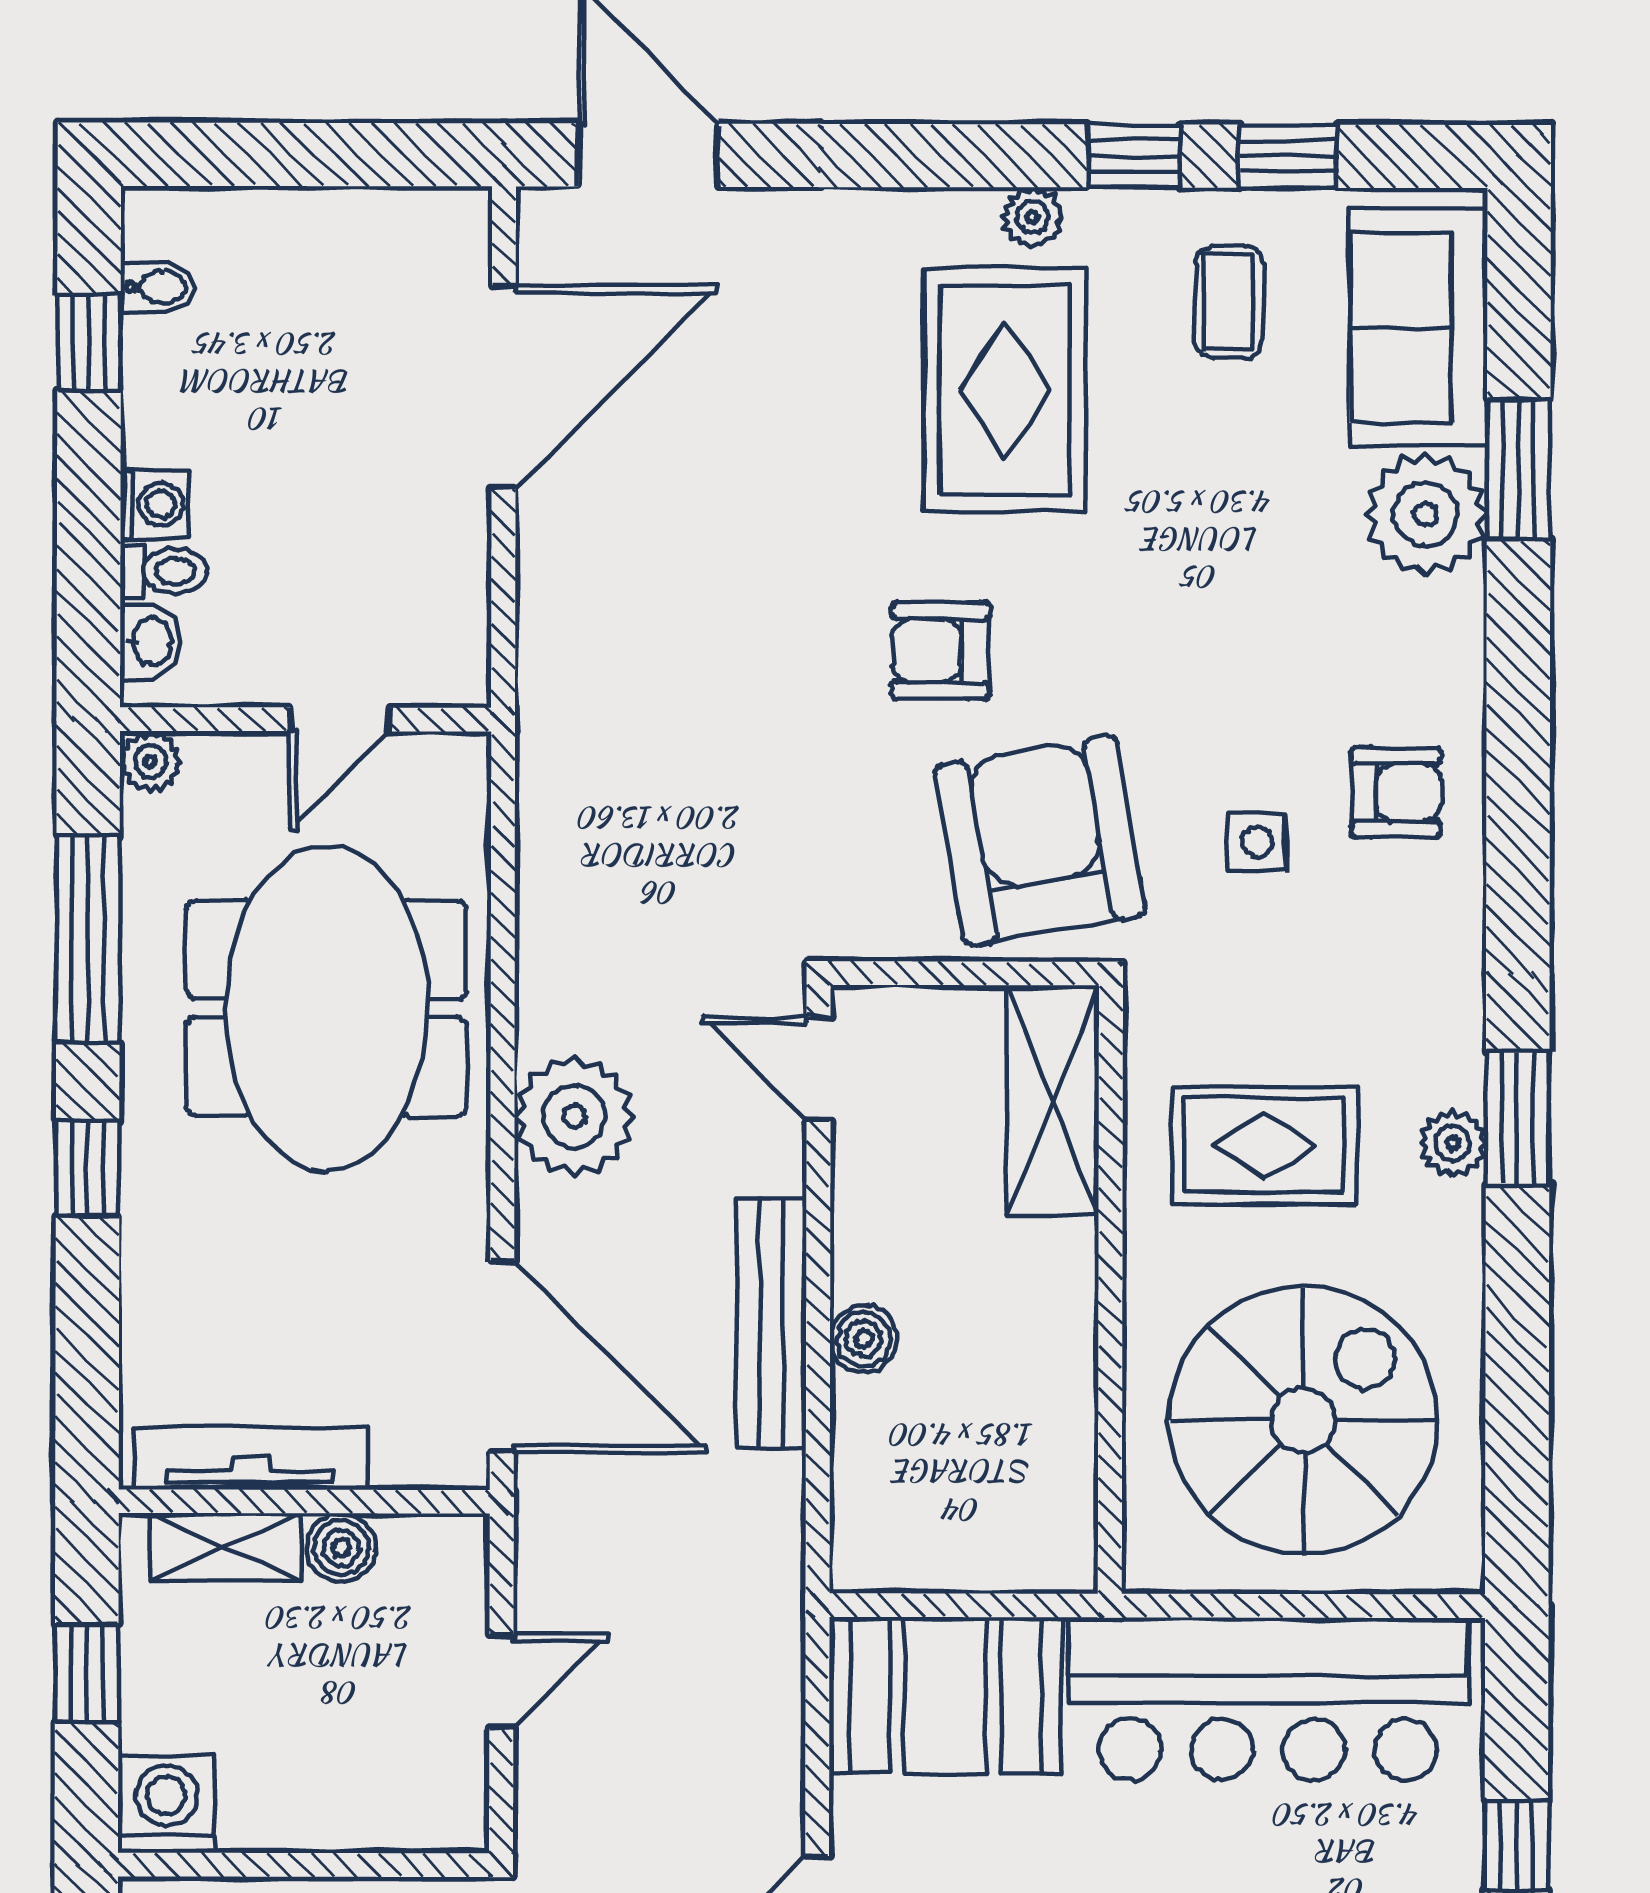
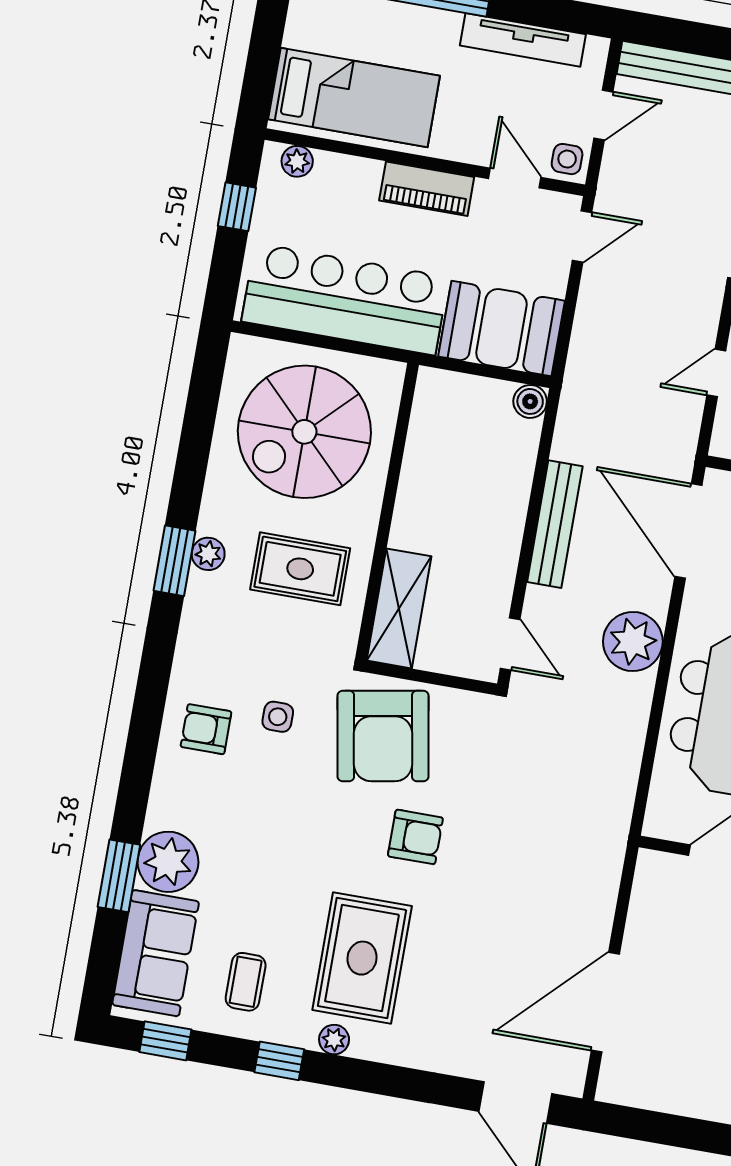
window: (1288, 156) -> (165, 1041), moved
boiler: (864, 1339) -> (530, 401), moved

